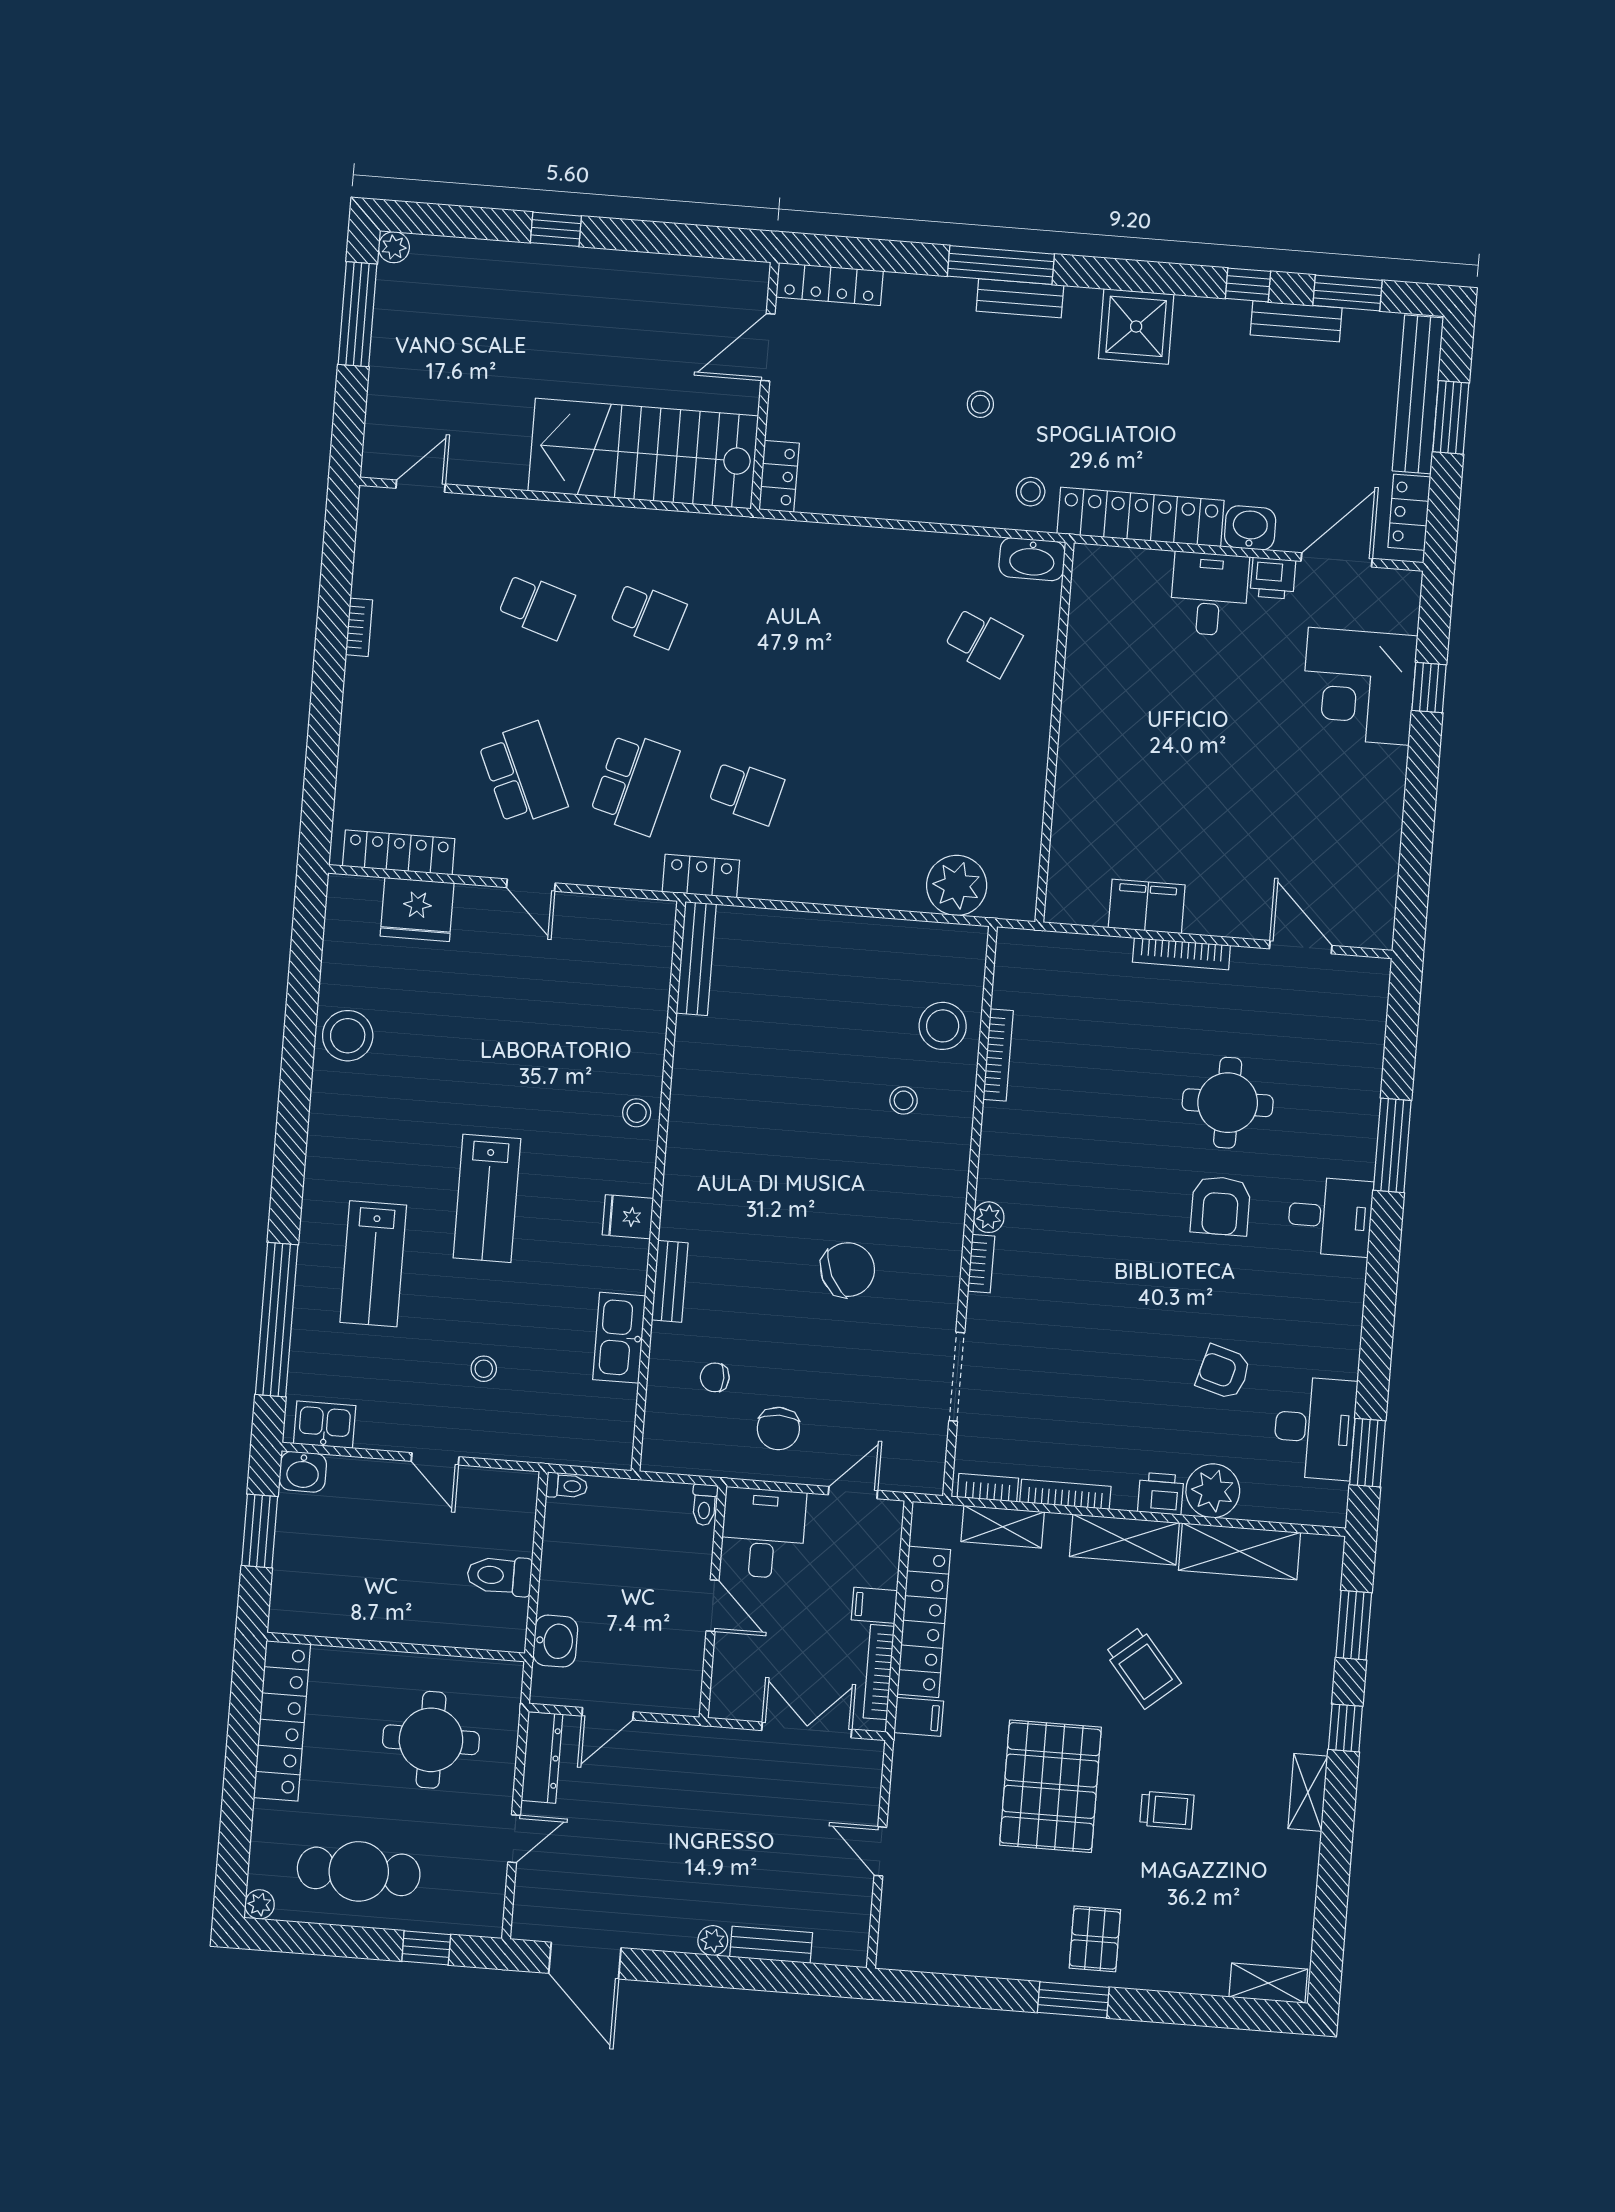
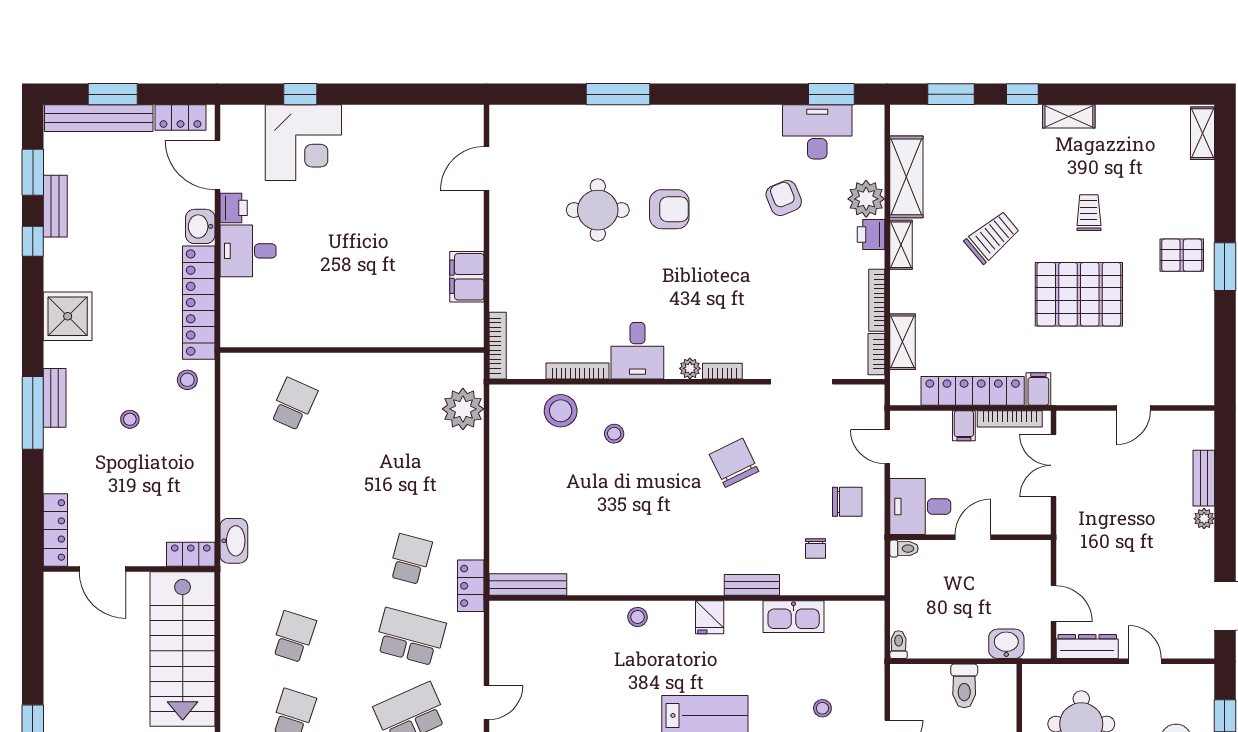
washbasin: (1032, 559) -> (234, 541), moved
bookcase: (1181, 954) -> (498, 346), moved
desk: (1330, 1216) -> (637, 351), moved, turned 180
armchair: (1223, 1372) -> (784, 198), turned 142
shelving: (1124, 1540) -> (901, 245), width x0.67, depth x0.75

